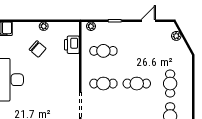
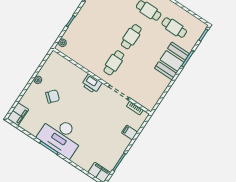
printer: (72, 45) -> (92, 84), moved
cafe table: (103, 51) -> (88, 46), removed

